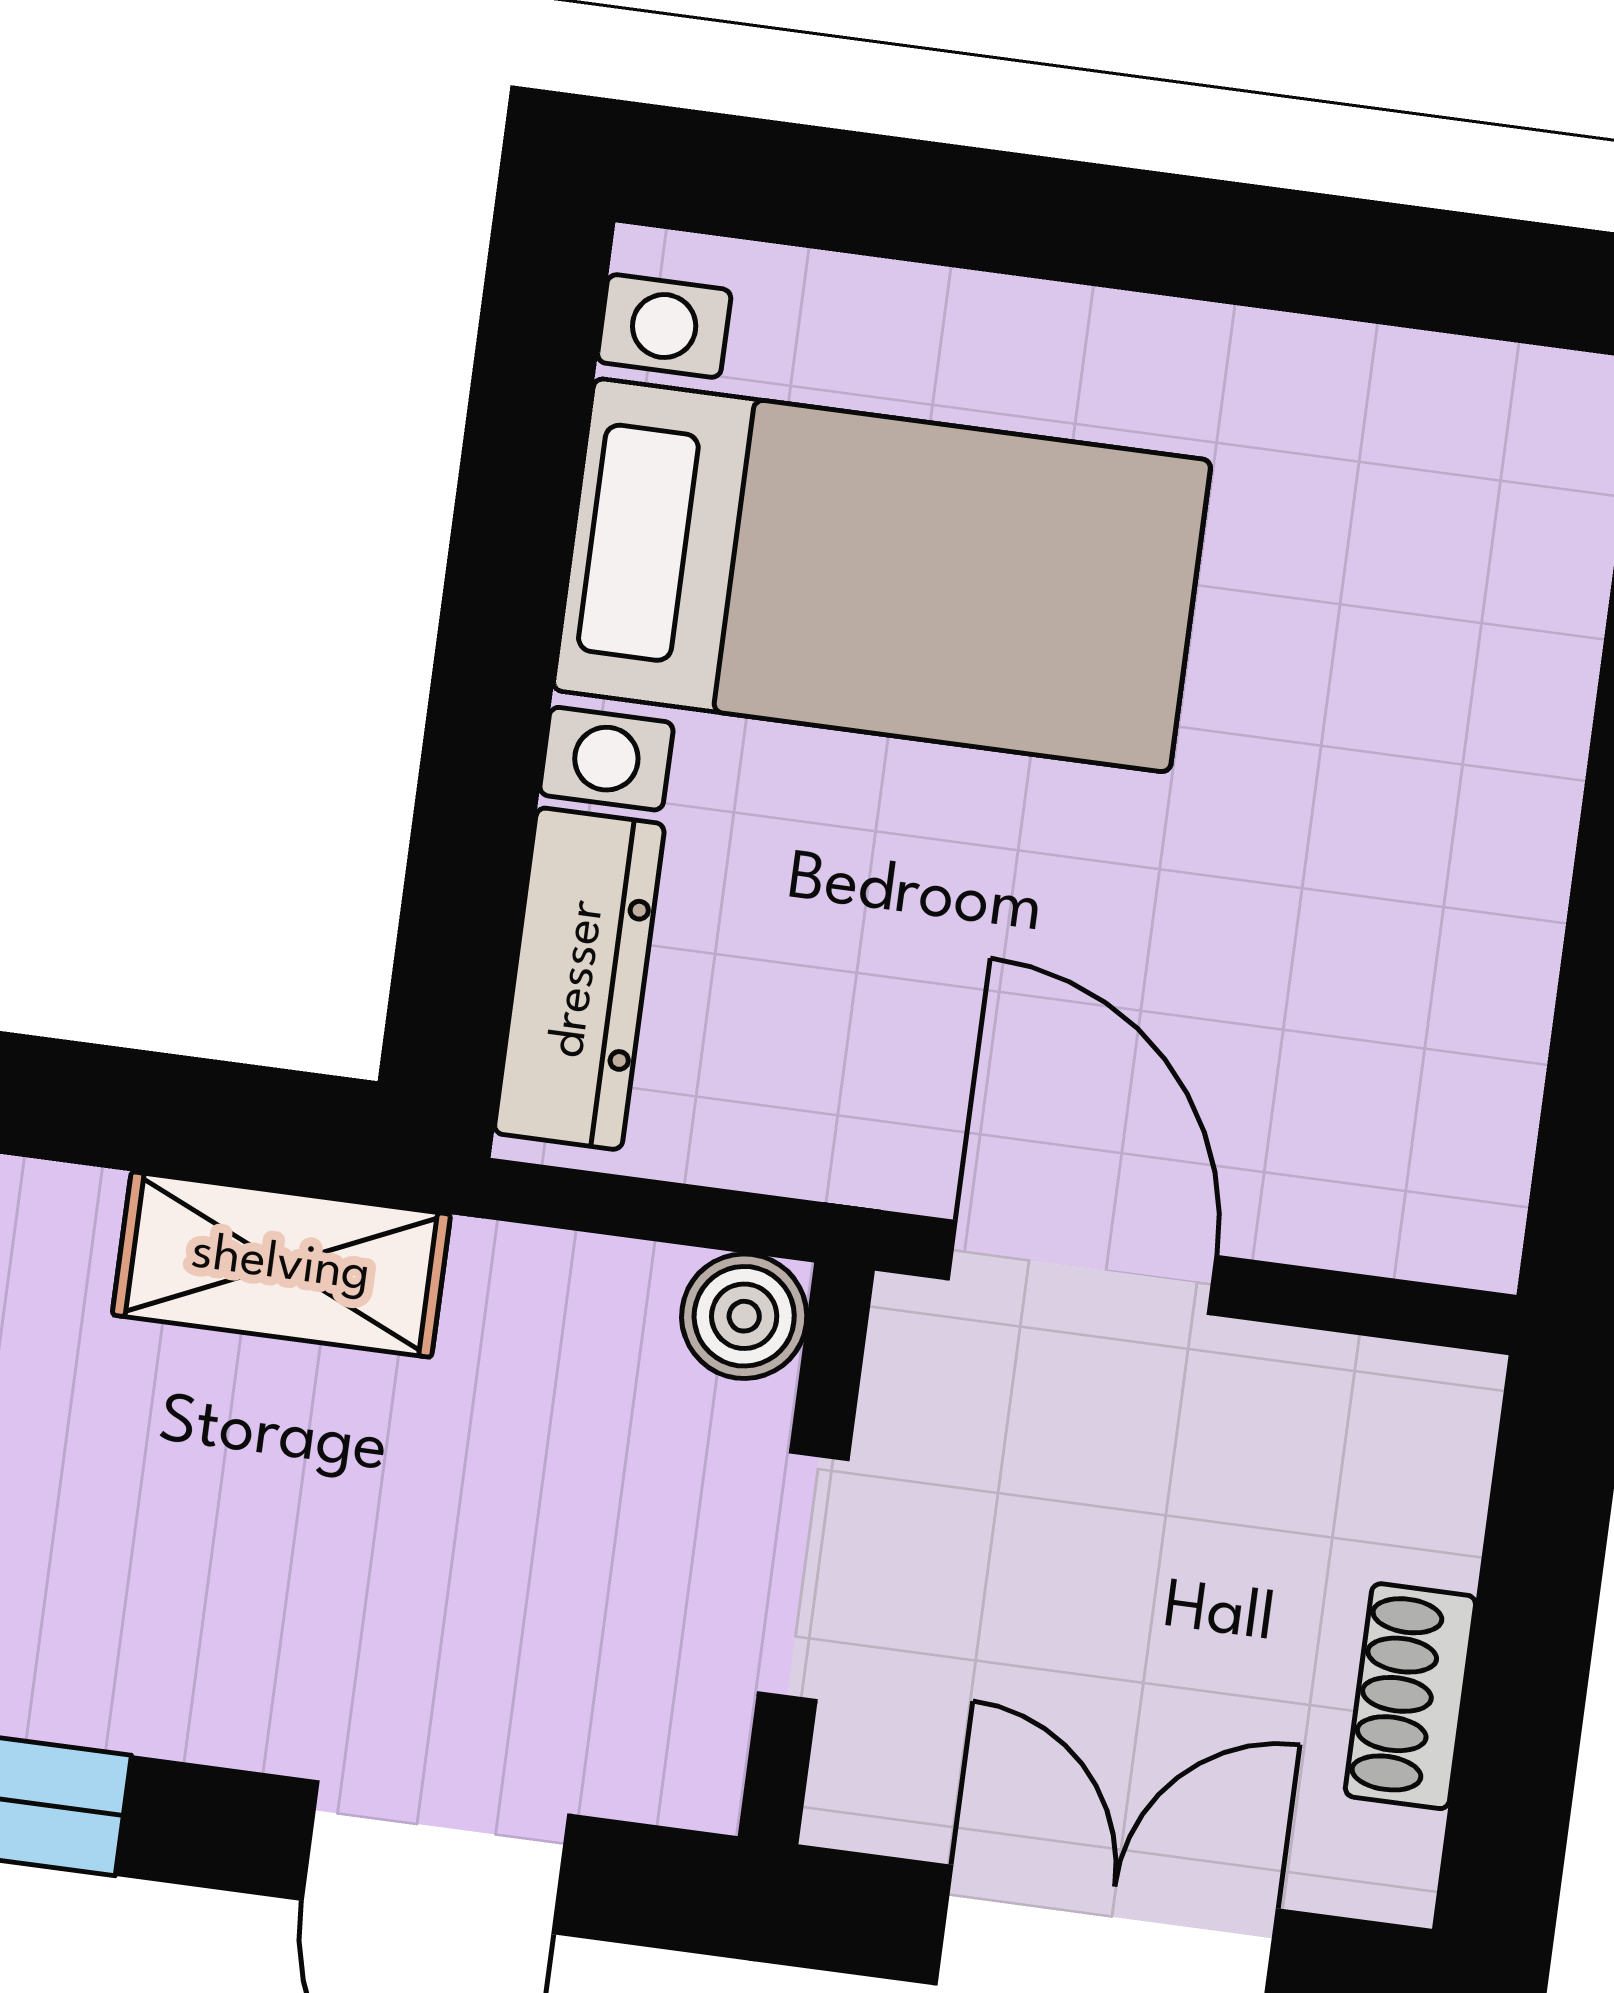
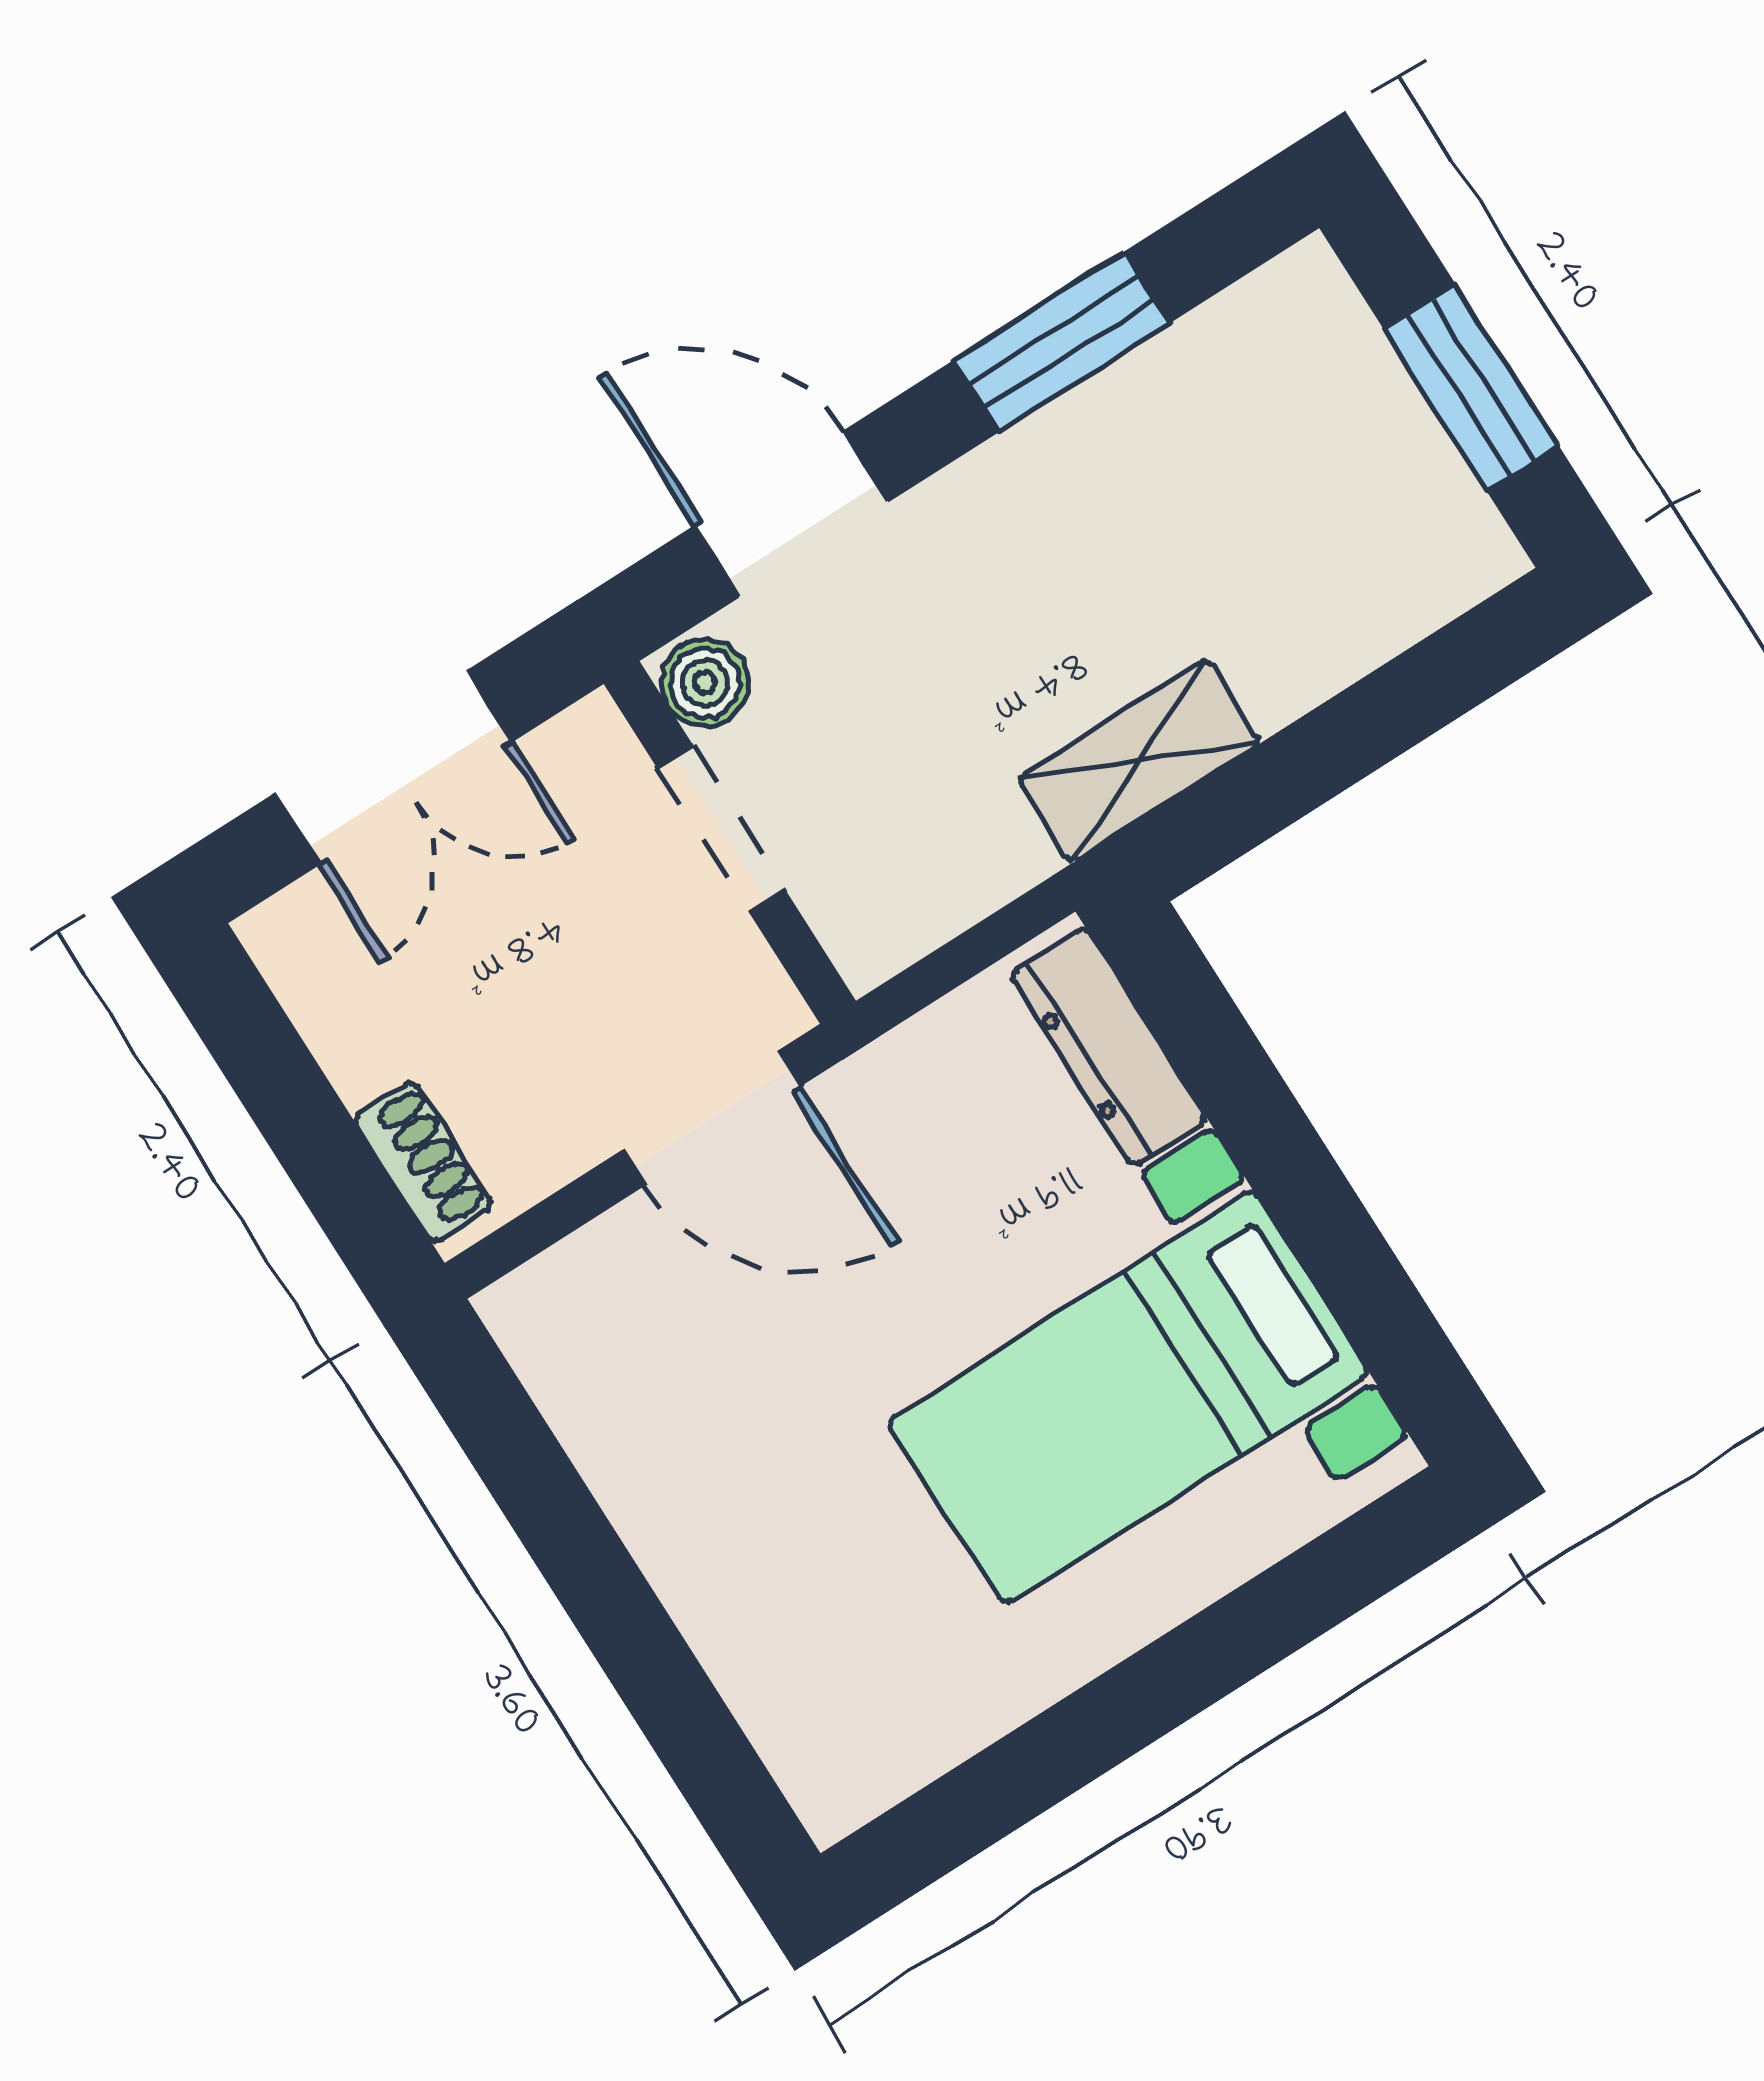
boiler: (744, 1316) -> (705, 683), moved
shoe rack: (1410, 1696) -> (423, 1162), moved

